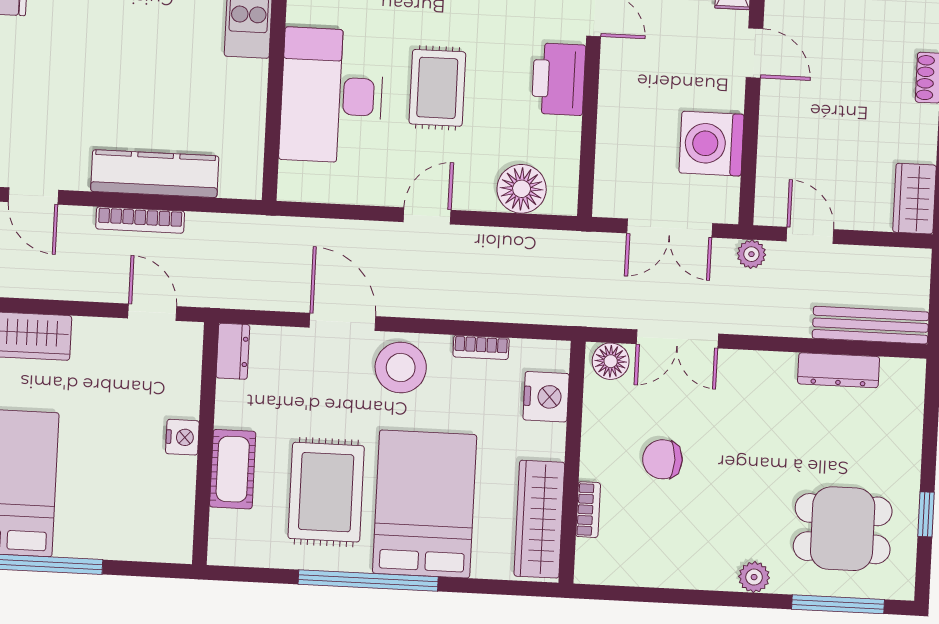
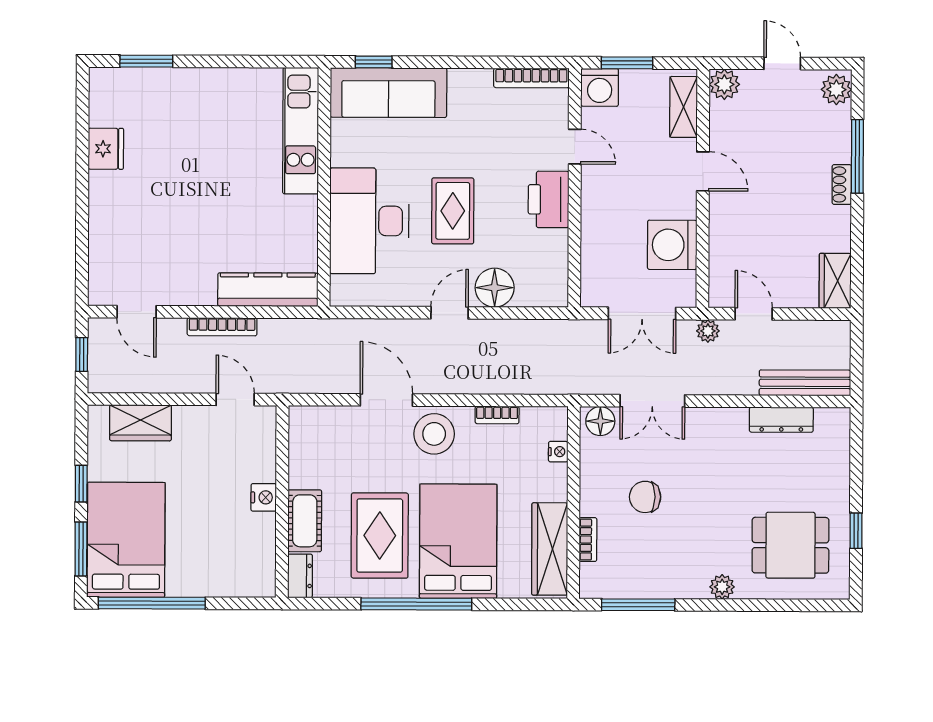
kitchen counter: (155, 174) -> (268, 290), moved
floor lamp: (522, 189) -> (495, 288), moved
dresser: (233, 351) -> (300, 576), moved
nightstand: (546, 397) -> (558, 452), width x0.53, depth x0.56
window: (838, 604) -> (638, 605), moved

